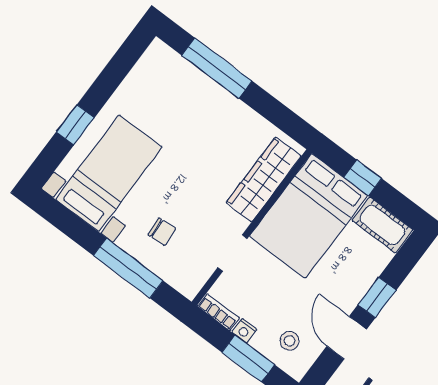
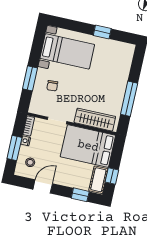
window: (217, 68) -> (129, 99), moved
window: (75, 125) -> (102, 32), moved
window: (363, 178) -> (112, 176), moved
window: (128, 268) -> (30, 78), width x0.69
window: (377, 297) -> (80, 195), moved

